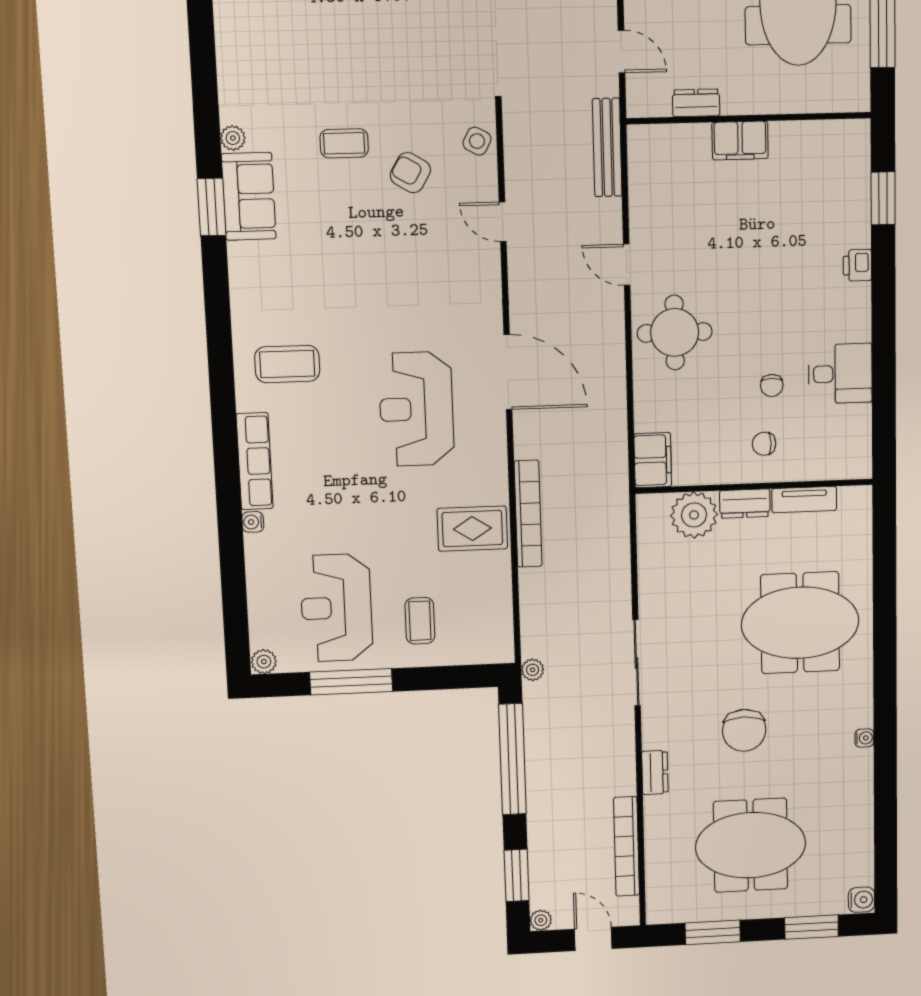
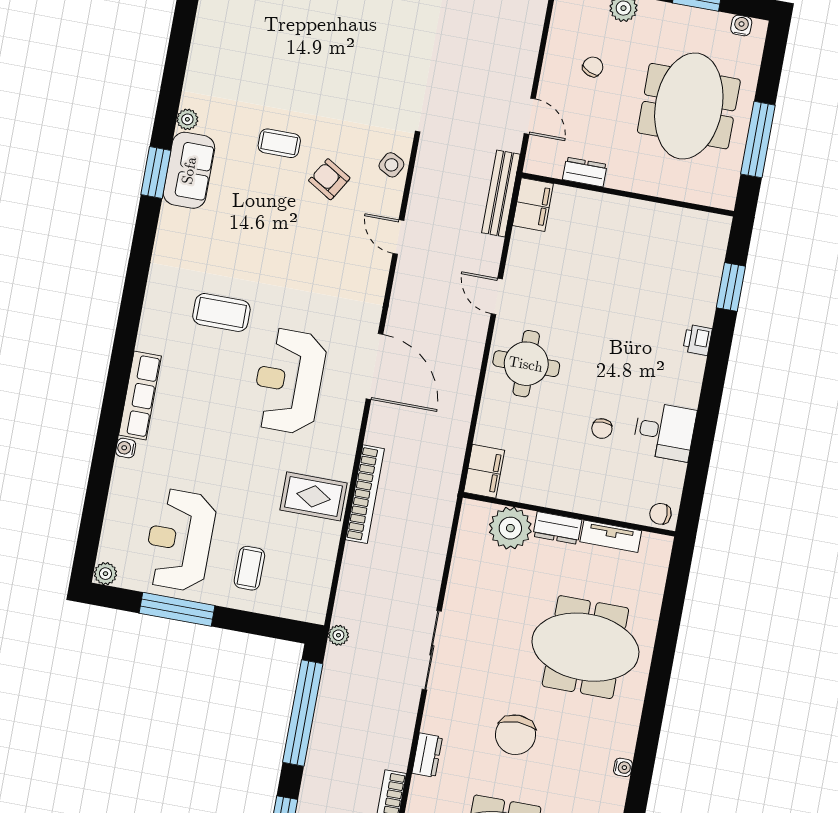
filing cabinet: (740, 140) -> (533, 205), moved, turned -90
coffee table: (287, 364) -> (221, 312), moved
chair: (764, 444) -> (660, 514), moved

